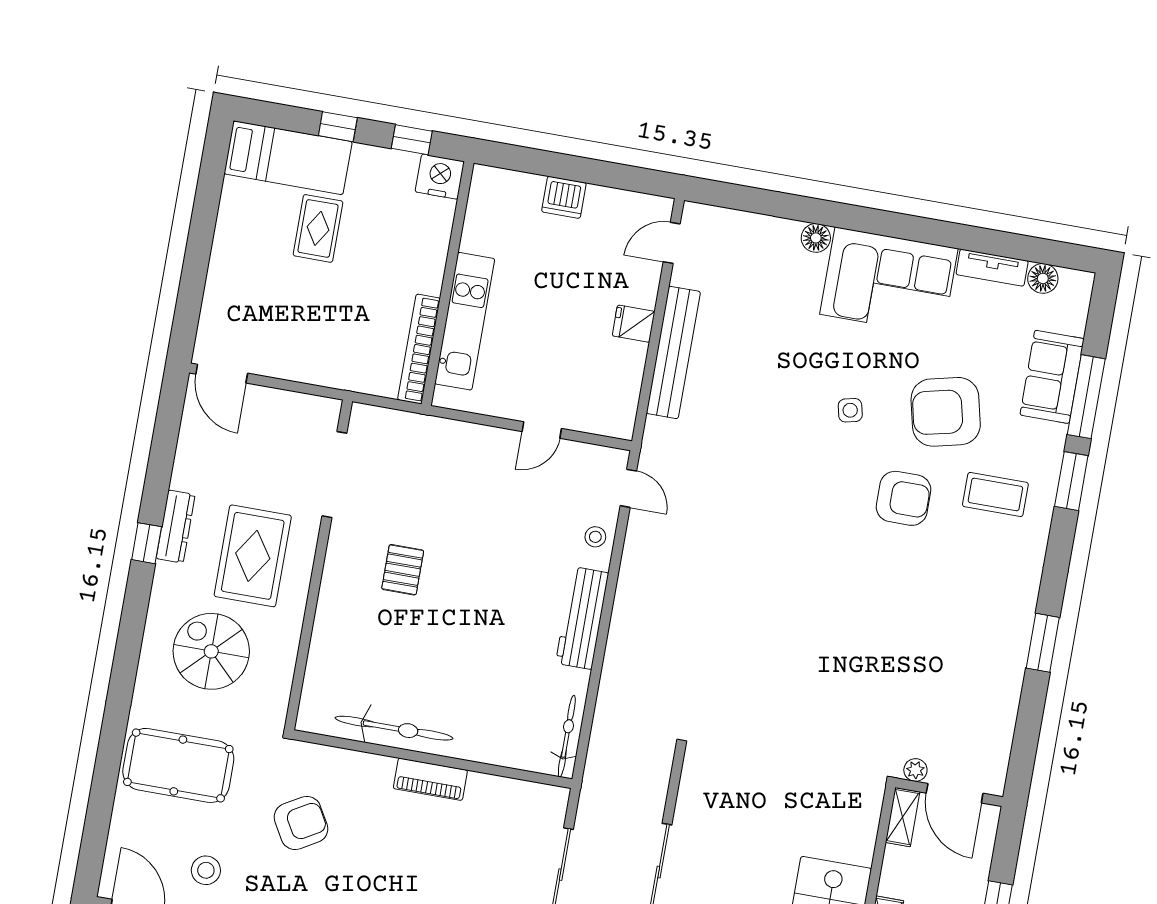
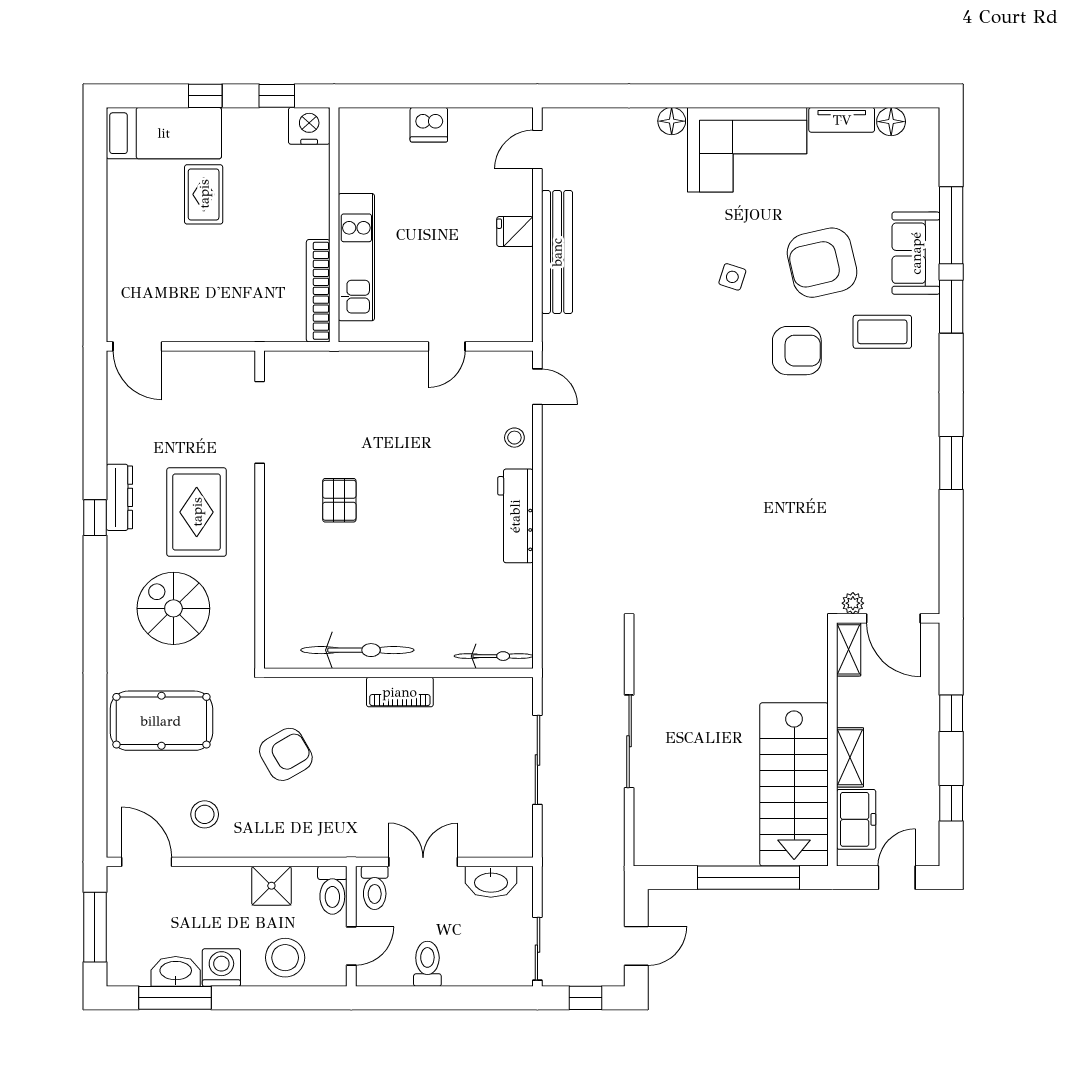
sofa: (1052, 377) -> (916, 253), moved
side table: (850, 410) -> (732, 277), turned 31
bicycle: (567, 736) -> (494, 656), moved, turned 90

